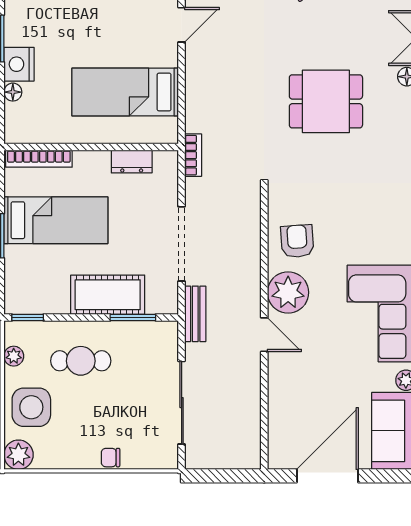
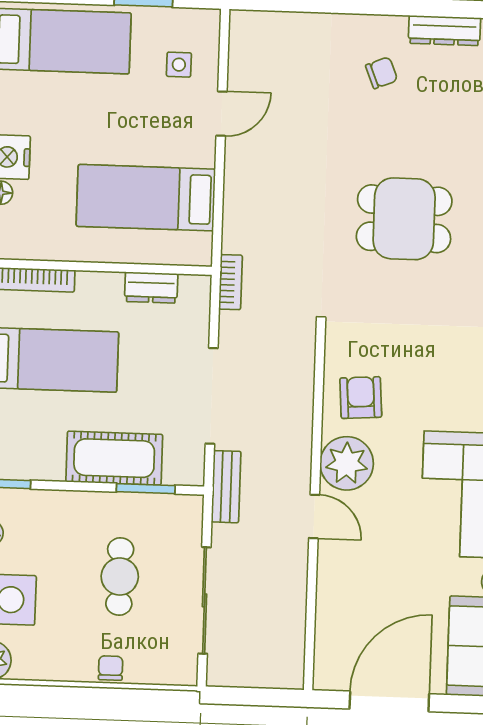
cafe table: (81, 361) -> (120, 576), moved, turned 90
chair: (111, 458) -> (111, 668), turned 90

